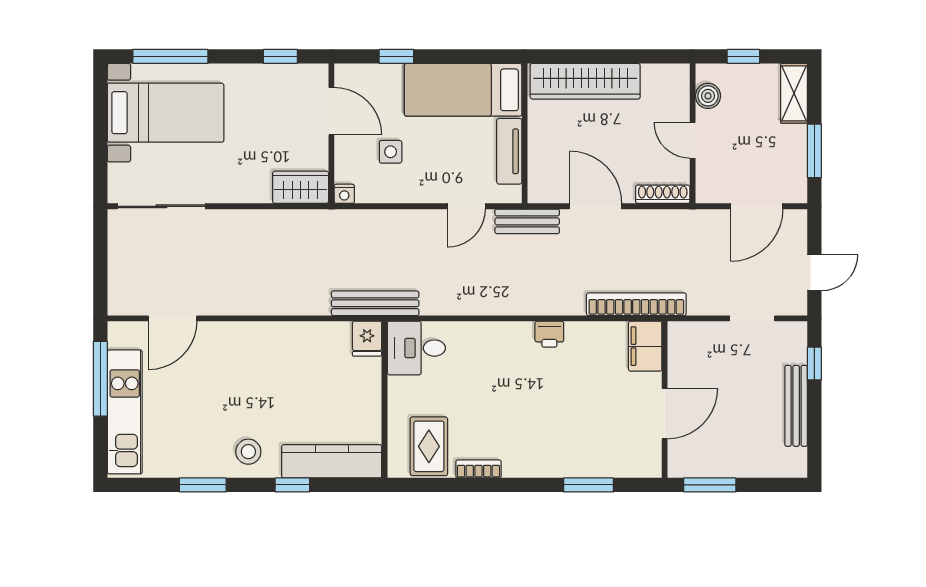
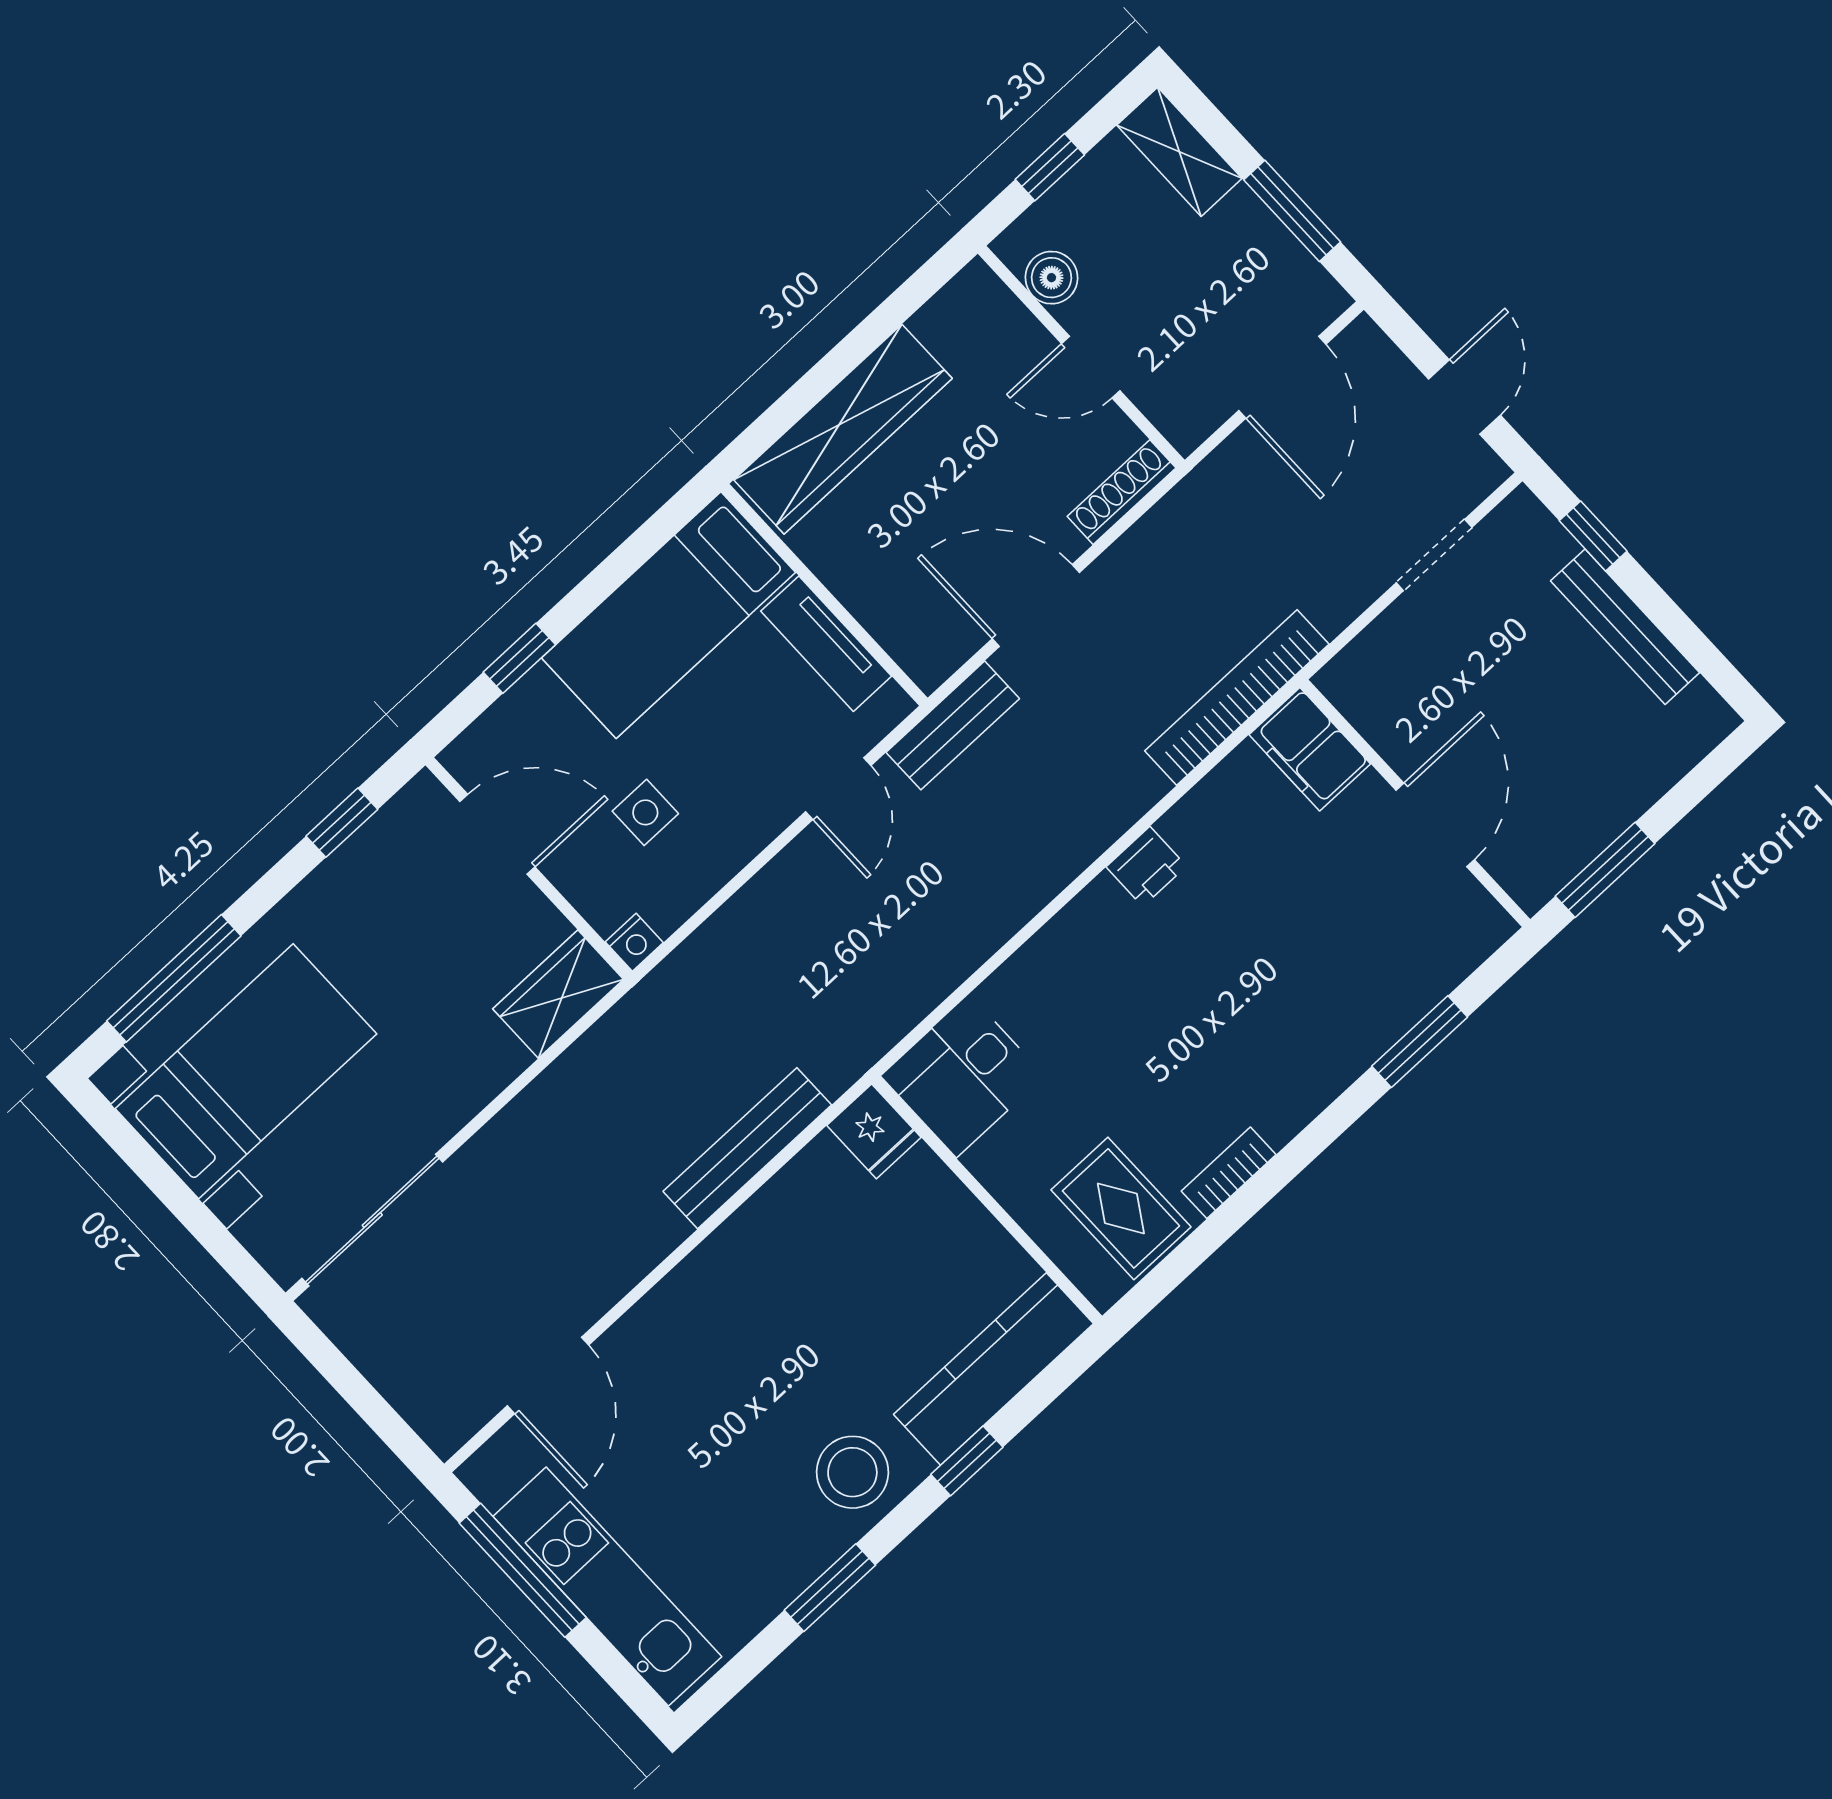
bench: (375, 303) -> (747, 1148), moved
stool: (248, 452) -> (852, 1472), width x1.38, depth x1.38

